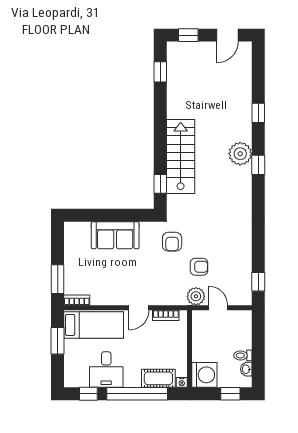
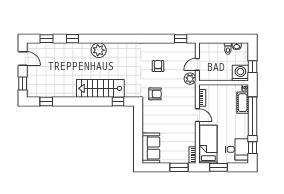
window: (258, 165) -> (47, 39), moved
sofa: (115, 235) -> (151, 148), moved
armchair: (199, 267) -> (158, 66), moved
desk: (106, 370) -> (237, 149), moved
window: (230, 394) -> (252, 67), moved

